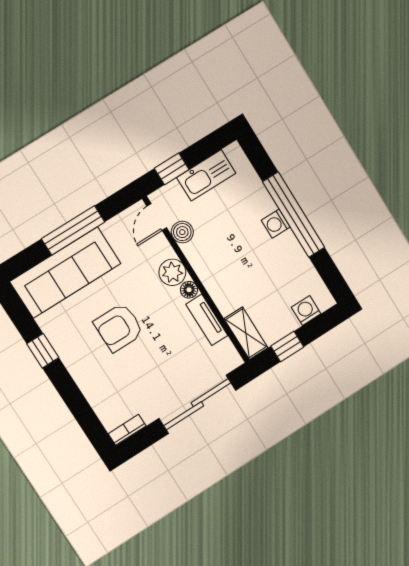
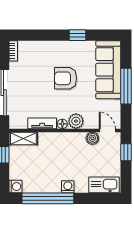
kitchen sink: (206, 175) -> (104, 185), moved, turned 90
window: (294, 215) -> (48, 198), moved
washing machine: (306, 311) -> (15, 187), moved
armchair: (119, 327) -> (66, 78), turned -90

